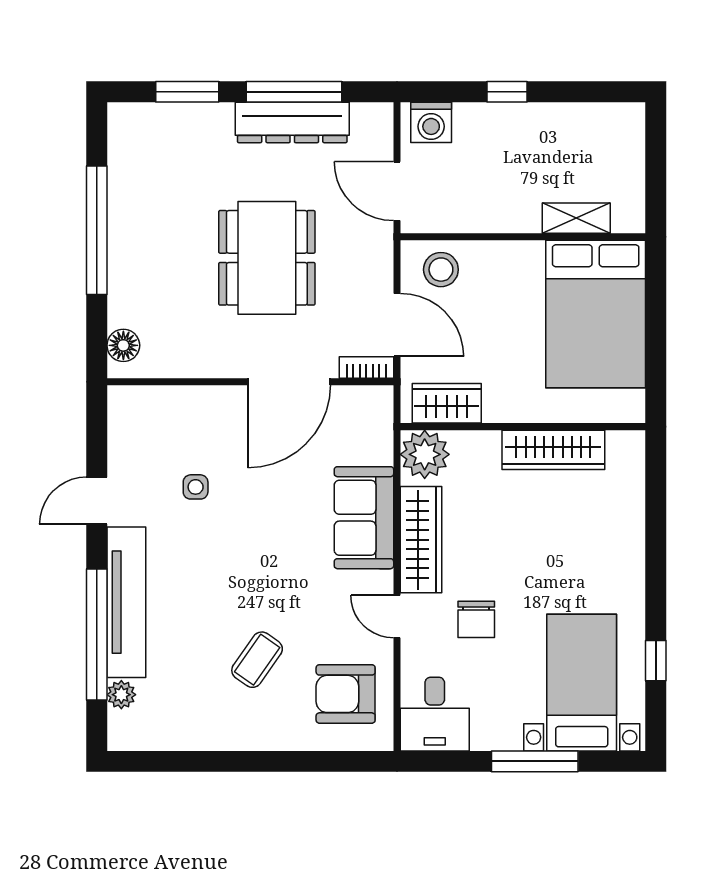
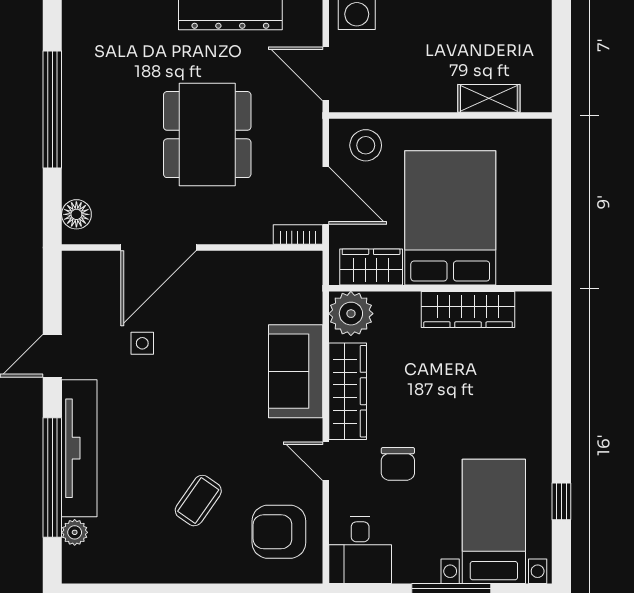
bed: (596, 314) -> (450, 218), moved, turned 180
door: (289, 382) -> (158, 247), moved

